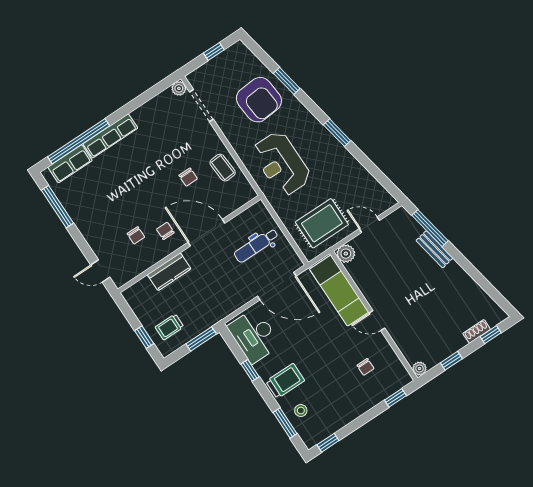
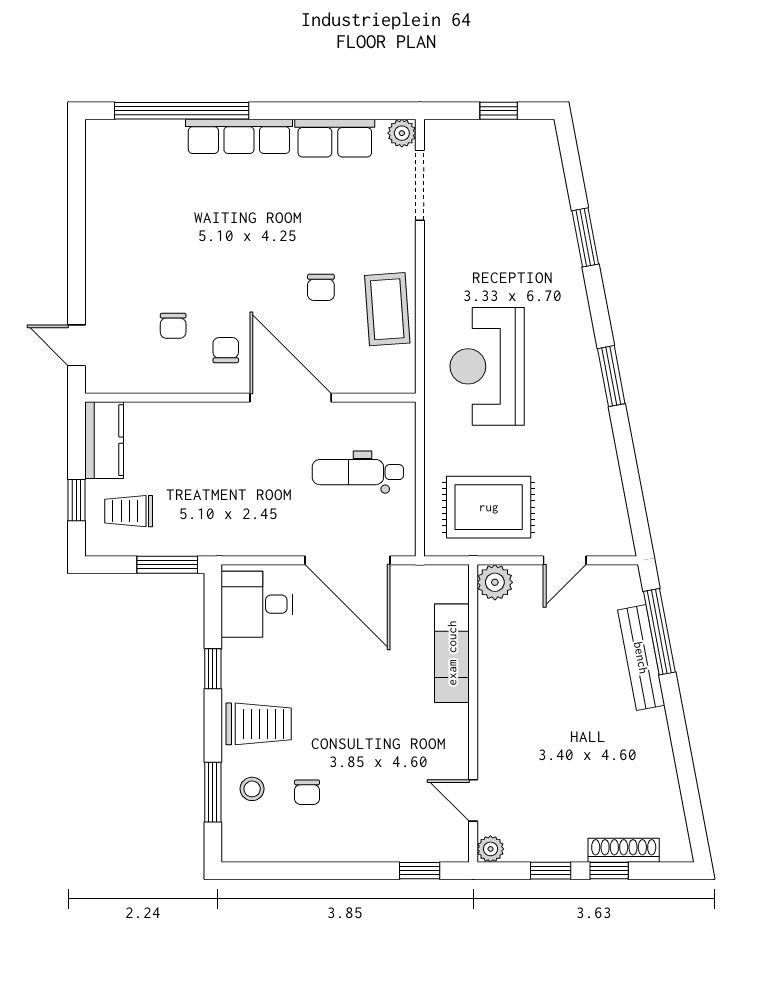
armchair: (259, 100) -> (520, 238), removed
row of seats: (70, 164) -> (335, 138), moved
coffee table: (223, 168) -> (387, 309), width x1.36, depth x1.30
window: (57, 207) -> (77, 194), removed
door: (369, 225) -> (565, 560), swing flipped
bench: (434, 249) -> (641, 658), width x1.36
kitchen counter: (169, 272) -> (104, 440), moved, turned -90
exam couch: (339, 291) -> (452, 653), width x0.73, depth x0.69
door: (377, 321) -> (473, 800), moved
shoe rack: (477, 331) -> (624, 850), width x1.43
window: (491, 335) -> (609, 871), moved
desk: (254, 336) -> (257, 604), width x0.73
chair: (366, 367) -> (307, 792), moved
window: (328, 443) -> (261, 871), removed

